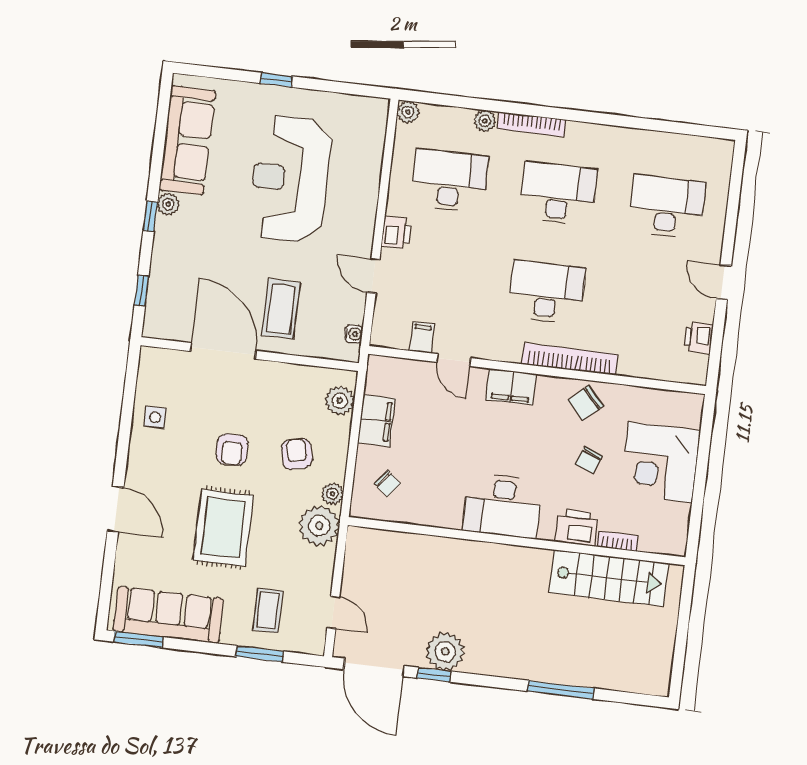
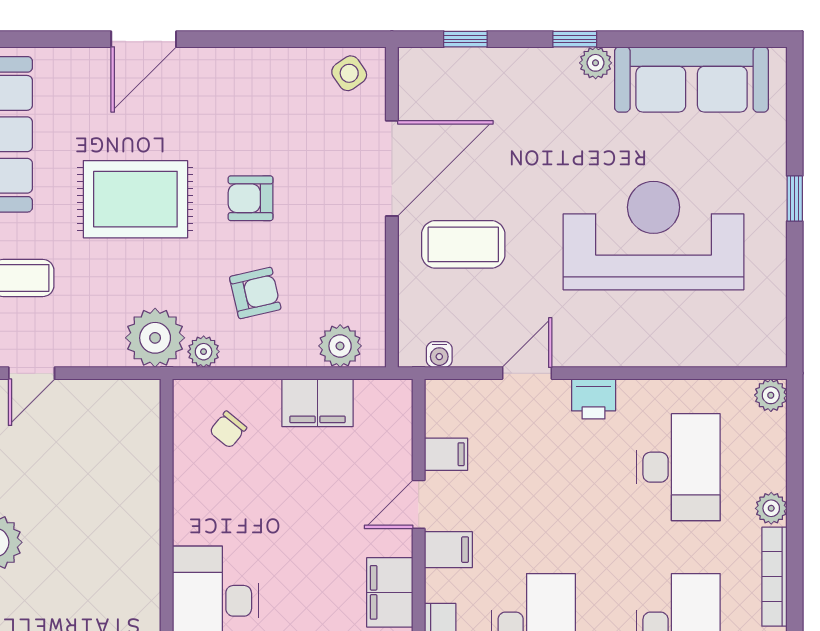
filing cabinet: (487, 344) -> (448, 550), added
side table: (155, 417) -> (349, 73), moved, turned -35

